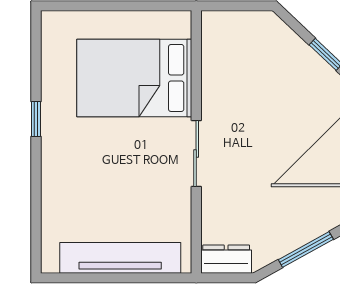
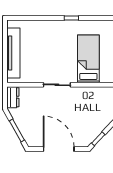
bed: (134, 78) -> (88, 59), width x0.67

